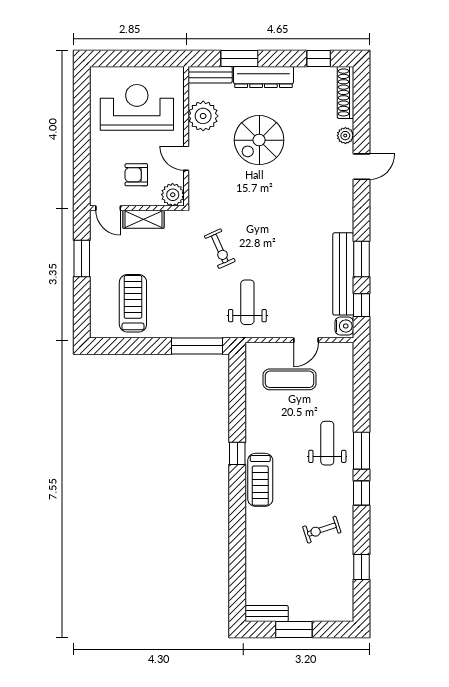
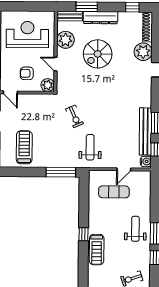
plant: (345, 136) -> (143, 52), width x1.88, depth x1.88
shelving: (143, 219) -> (31, 99), removed

